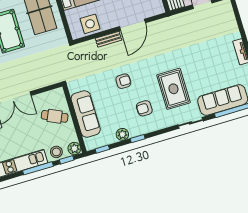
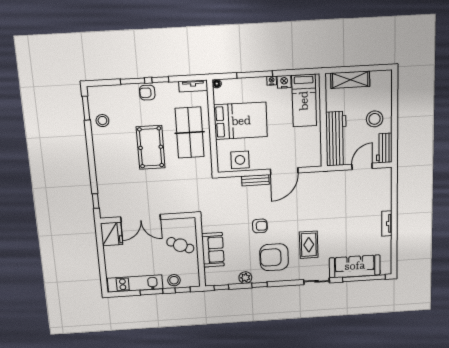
rug: (173, 89) -> (309, 245), width x0.73, depth x0.70
armchair: (144, 108) -> (274, 257), width x1.88, depth x1.88
sofa: (86, 114) -> (213, 250), width x0.73
plant: (74, 149) -> (193, 281), removed
window: (38, 168) -> (151, 292), width x0.69

